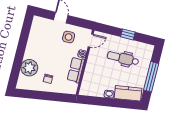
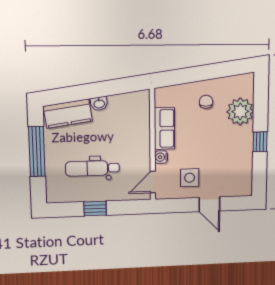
window: (22, 47) -> (260, 142), added
dental chair: (123, 58) -> (92, 168), turned 180

